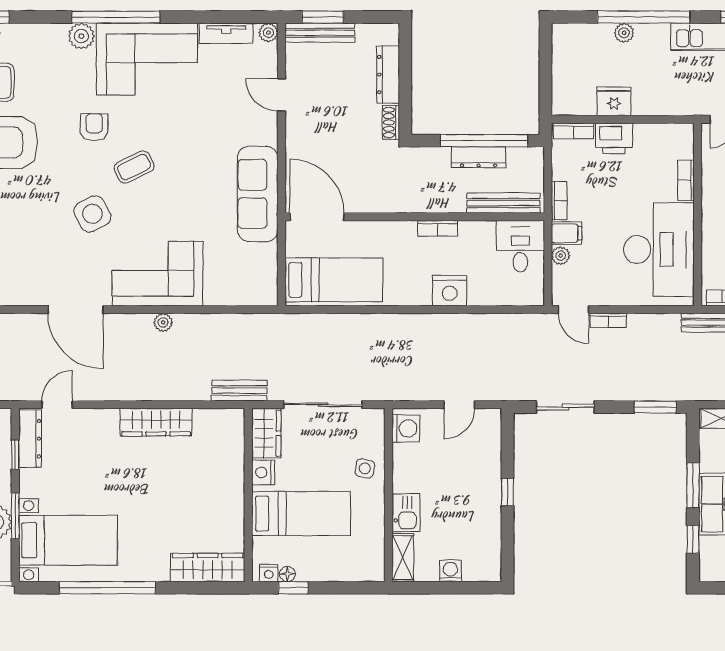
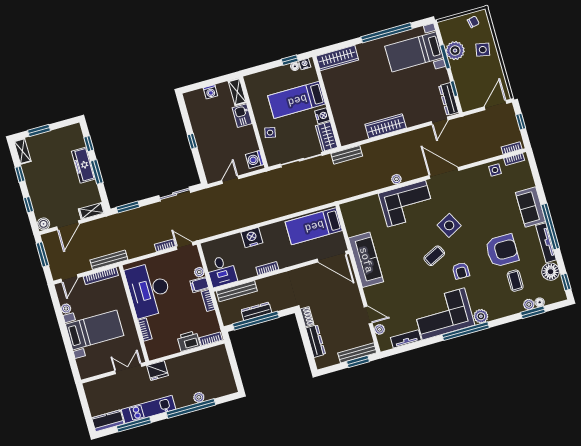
plant: (268, 33) -> (379, 329), moved
fridge: (614, 101) -> (158, 371), moved

